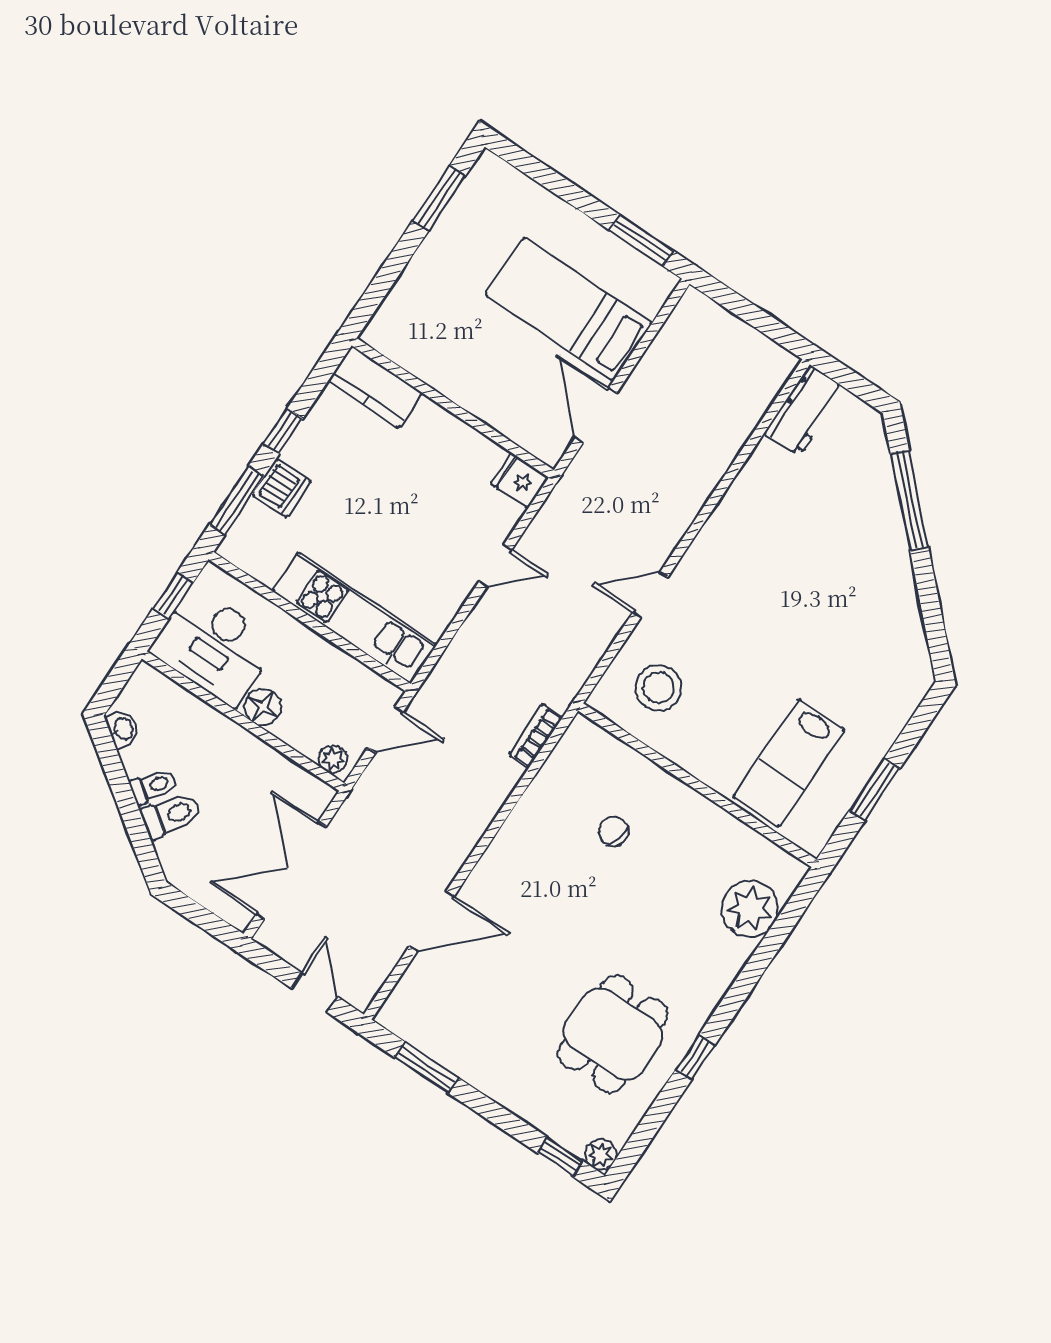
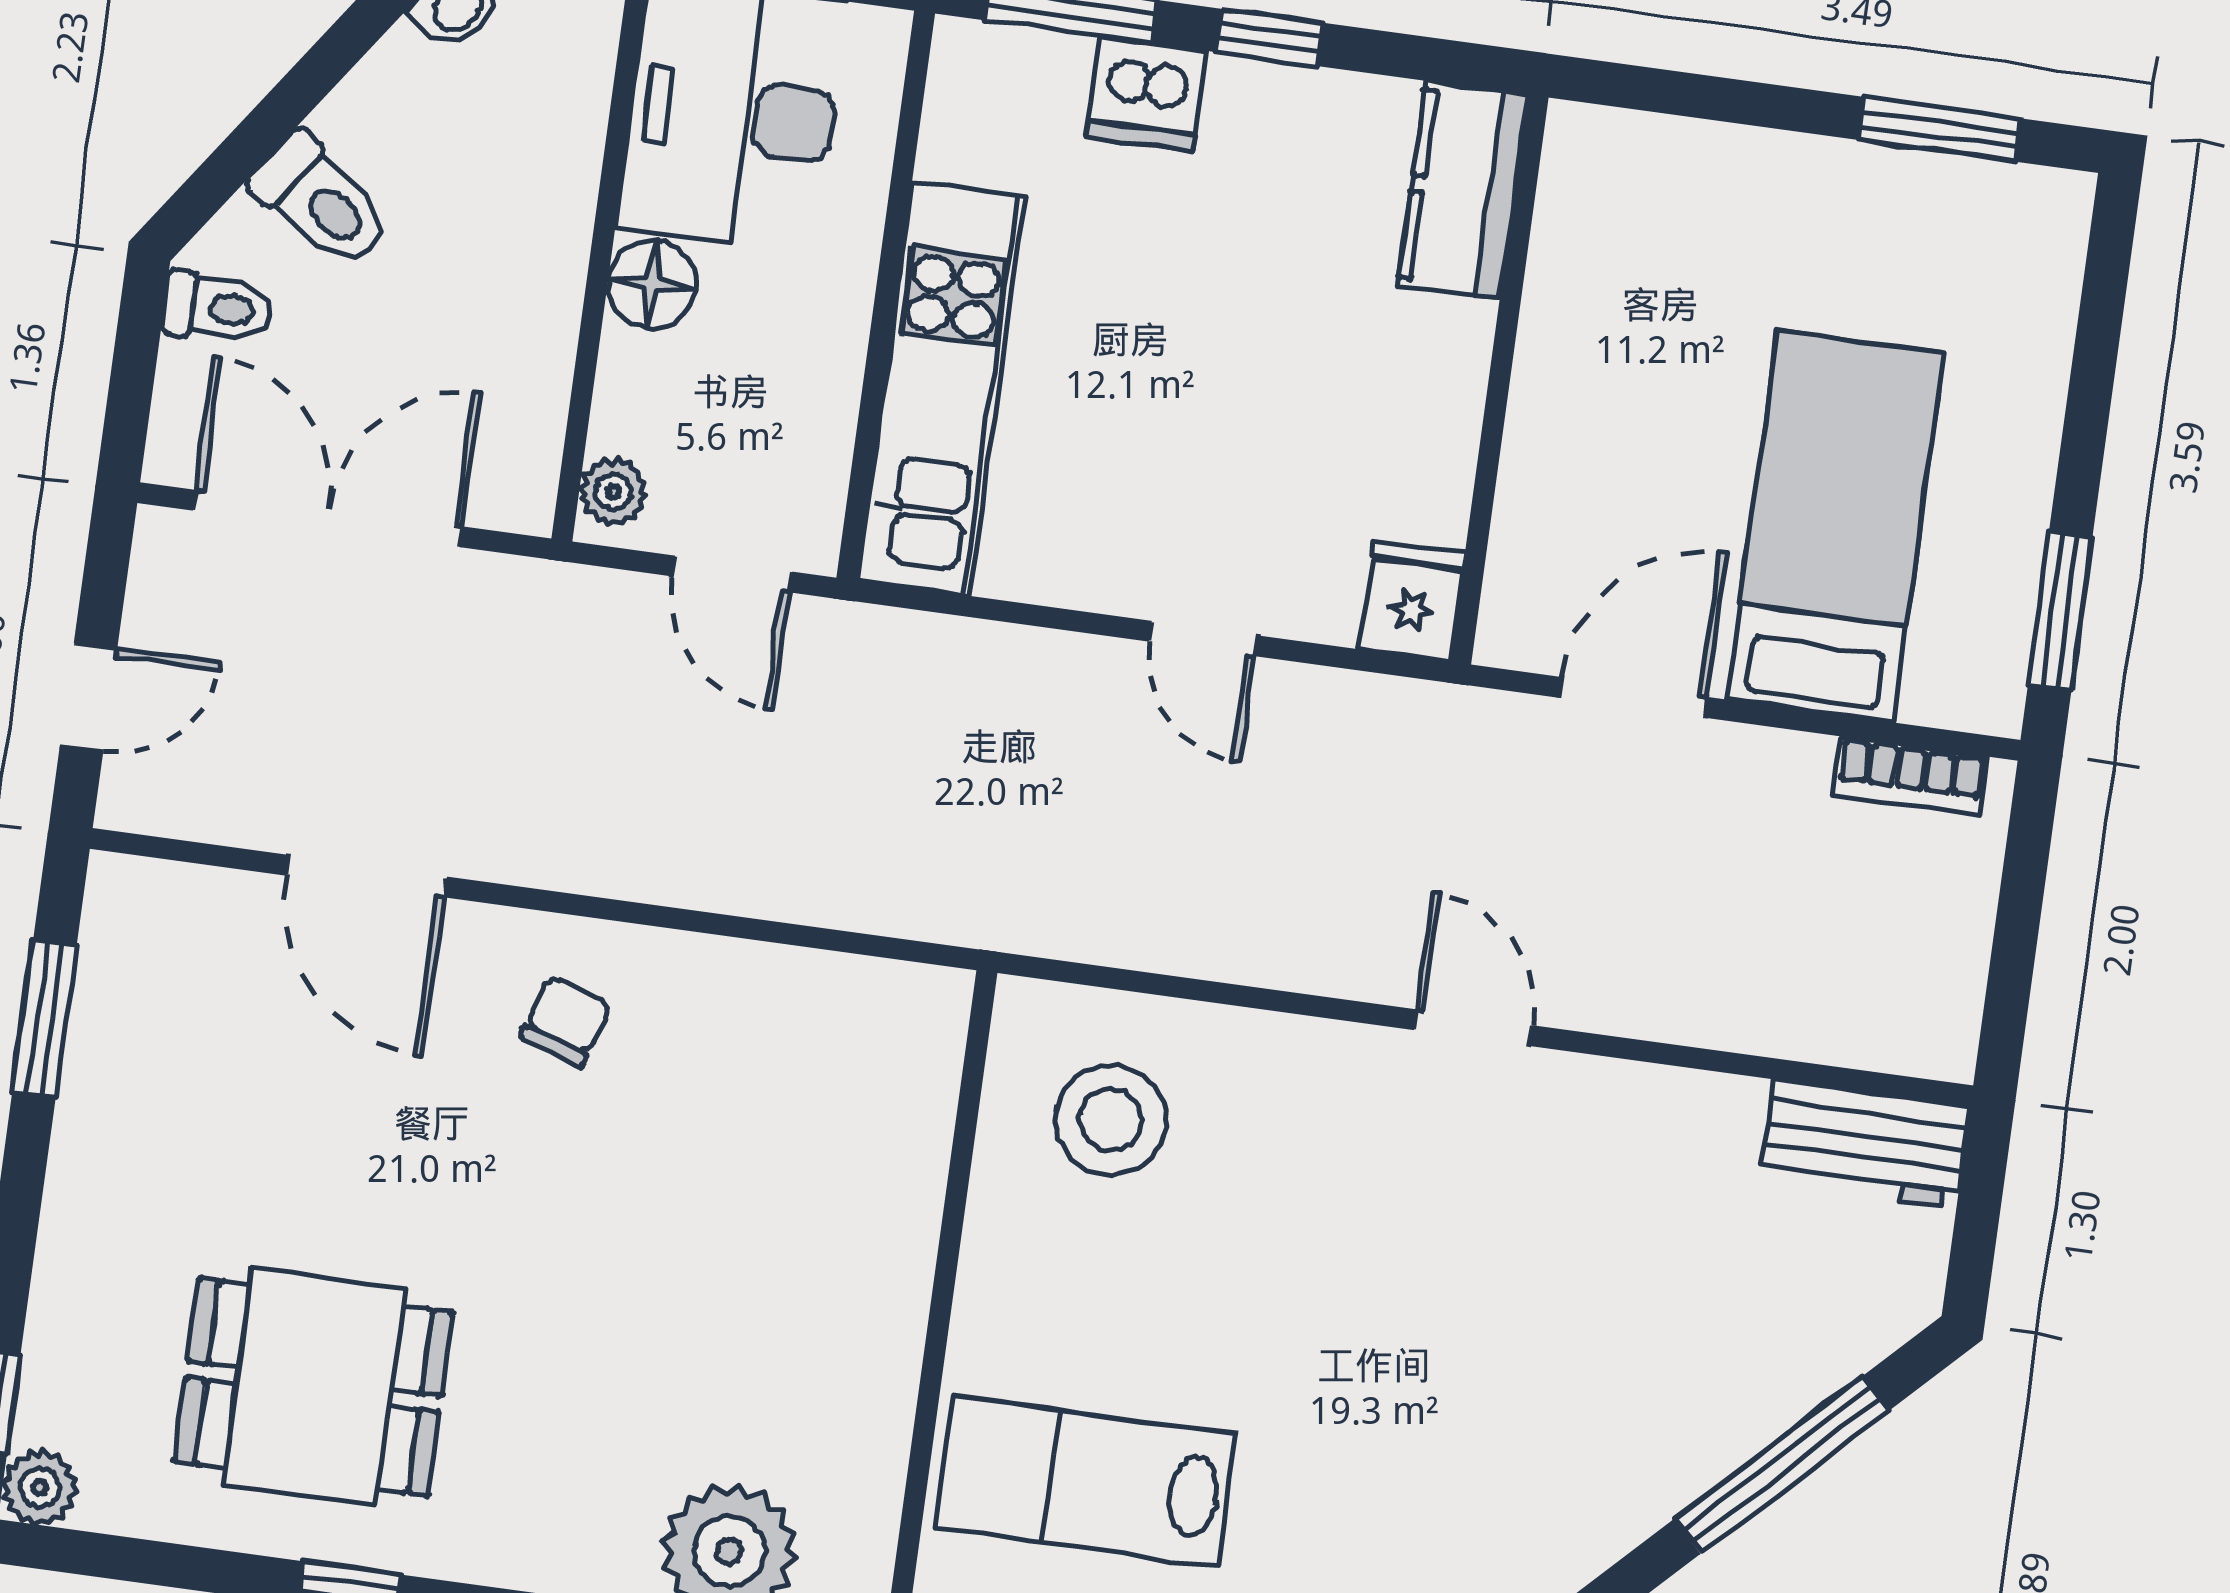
door: (650, 595) -> (1474, 1028), moved
bookcase: (536, 736) -> (1910, 776), moved, turned 180
toilet: (153, 786) -> (217, 308), moved, turned -35
chair: (614, 831) -> (566, 1021), moved

